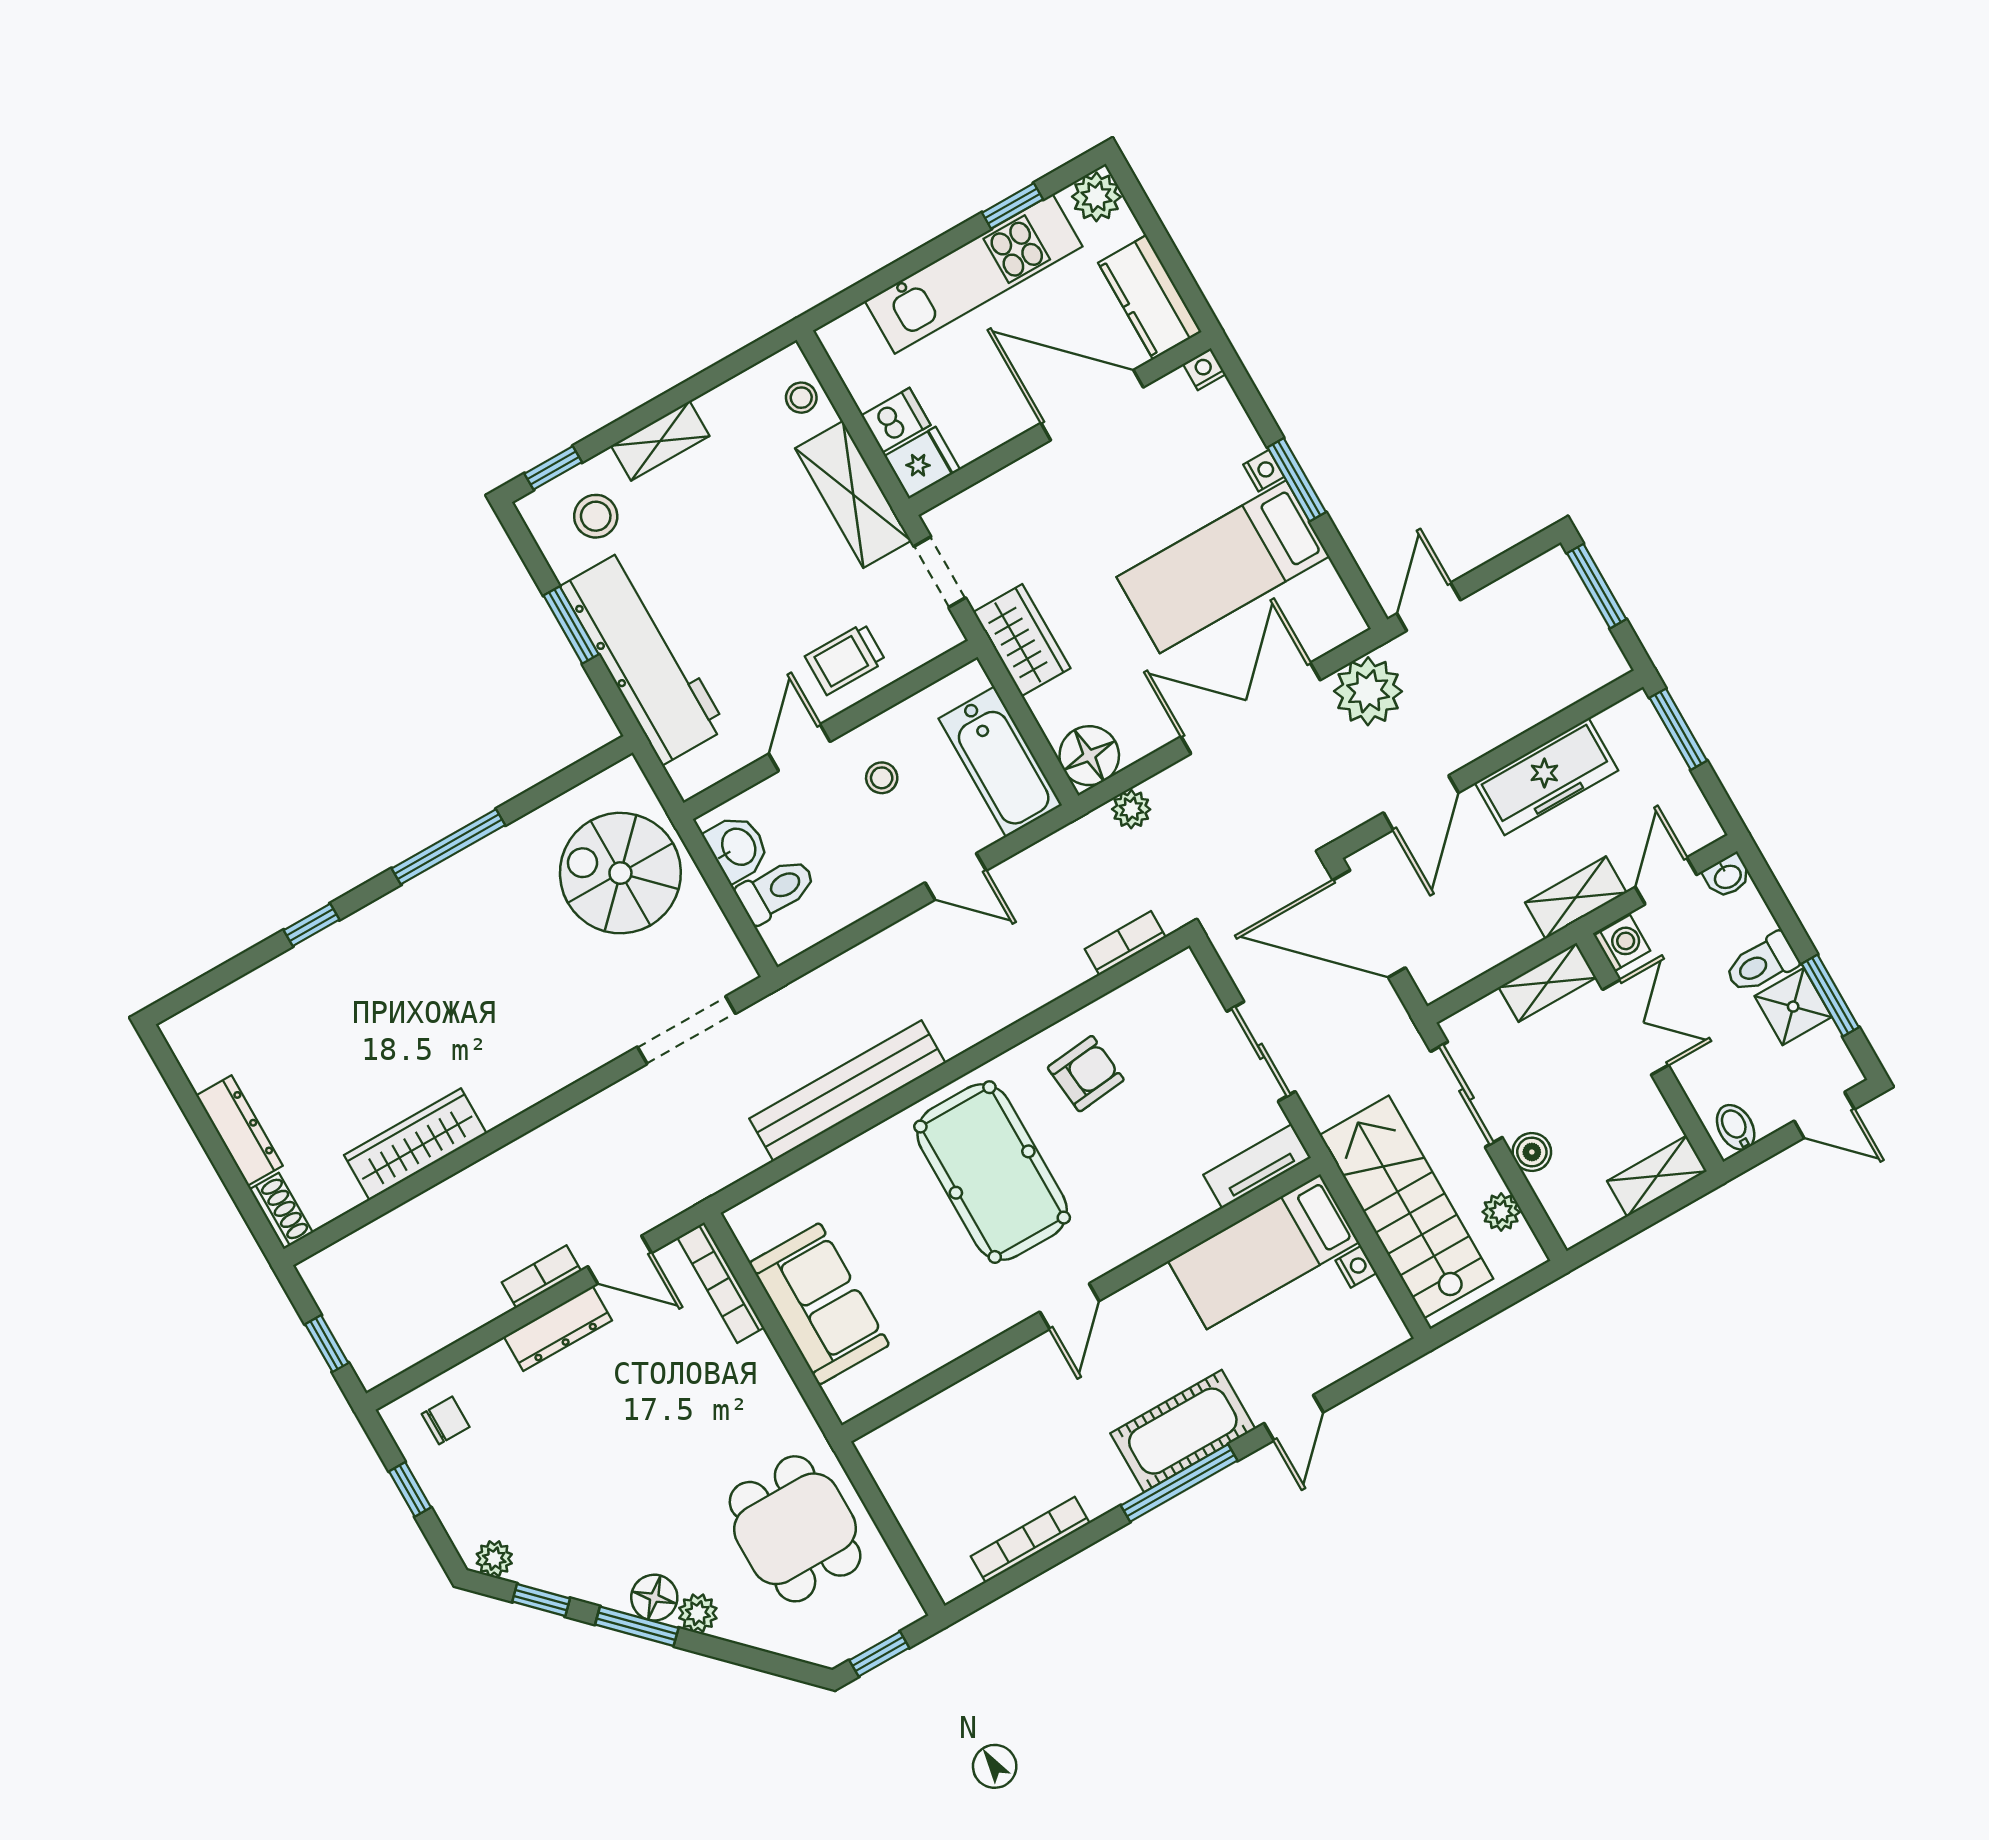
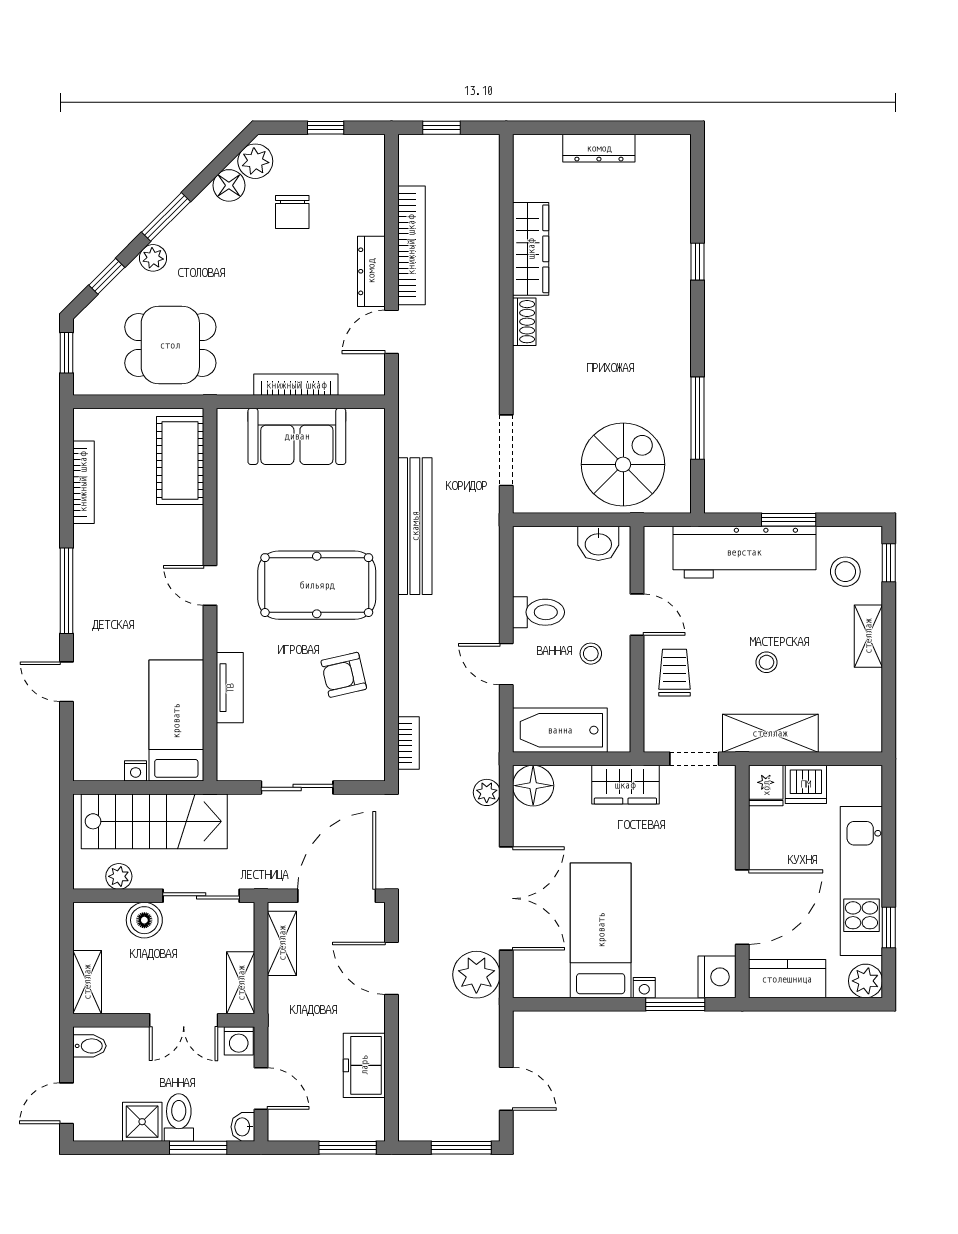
nightstand: (1204, 369) -> (717, 977), width x1.89, depth x1.79
stool: (801, 398) -> (766, 662), moved
dishwasher: (896, 420) -> (806, 784), width x1.38
window: (1297, 480) -> (675, 1004), moved
door: (1429, 607) -> (506, 1089), moved
freezer: (1546, 777) -> (364, 1065), width x0.71
window: (448, 847) -> (698, 418), moved
door: (956, 877) -> (506, 664), hinge flipped
toilet: (776, 890) -> (539, 612), moved, turned -90
shelving: (1576, 898) -> (282, 943), moved
window: (1830, 996) -> (198, 1148), moved
armchair: (1086, 1074) -> (344, 675), turned 83
boiler: (1532, 1152) -> (144, 920), width x1.36, depth x1.36
tv unit: (1257, 1166) -> (230, 688), moved
shoe rack: (281, 1211) -> (524, 322), moved, turned -90
bookcase: (541, 1276) -> (411, 245), width x2.31, depth x1.31
bookcase: (721, 1283) -> (296, 385), moved
chair: (446, 1420) -> (292, 212), moved, width x1.37, depth x1.37
cot: (1183, 1431) -> (180, 460), moved
plant: (494, 1559) -> (255, 161), width x1.38, depth x1.38
floor lamp: (654, 1598) -> (229, 185), moved
window: (541, 1600) -> (107, 276), moved

